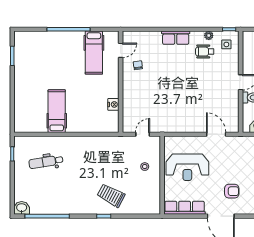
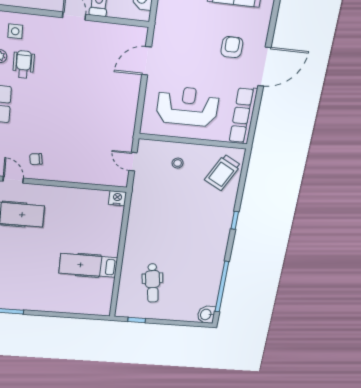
wheelchair: (205, 52) -> (24, 64), turned 180
nightstand: (113, 104) -> (117, 198), moved
reception desk: (187, 167) -> (188, 106), turned -90
trolley: (111, 195) -> (223, 173), moved

